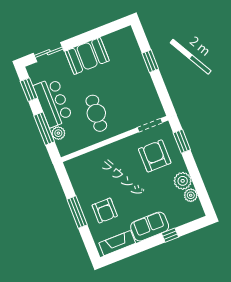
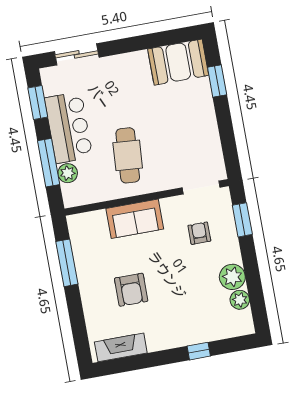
booth: (87, 56) -> (178, 62), moved
window: (150, 61) -> (217, 81), moved
armchair: (155, 156) -> (199, 233), width x0.53, depth x0.53
armchair: (105, 211) -> (131, 290), moved
window: (77, 212) -> (67, 263), moved
sofa: (150, 227) -> (135, 219), moved, turned 180

